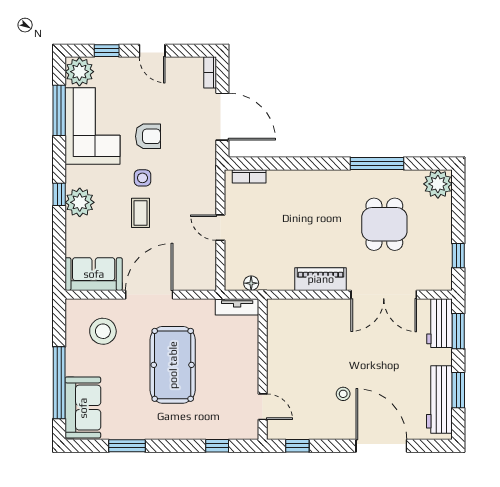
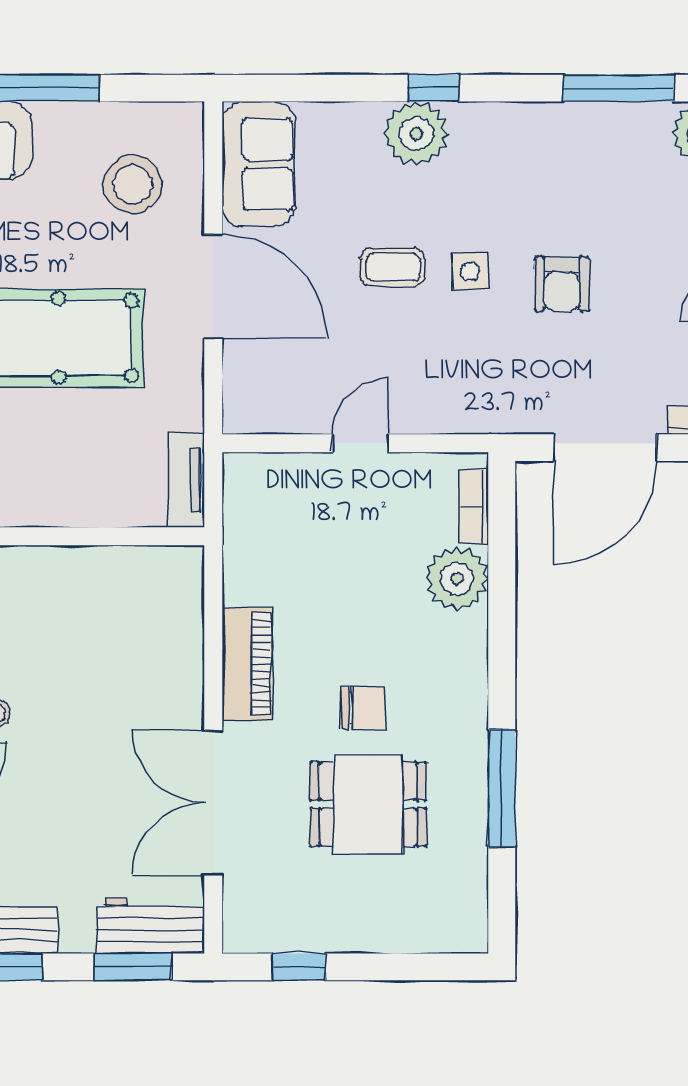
corner sofa: (92, 126) -> (584, 162), removed
plant: (438, 184) -> (457, 579), moved
chair: (341, 226) -> (363, 708), added
floor lamp: (251, 283) -> (238, 511), removed

